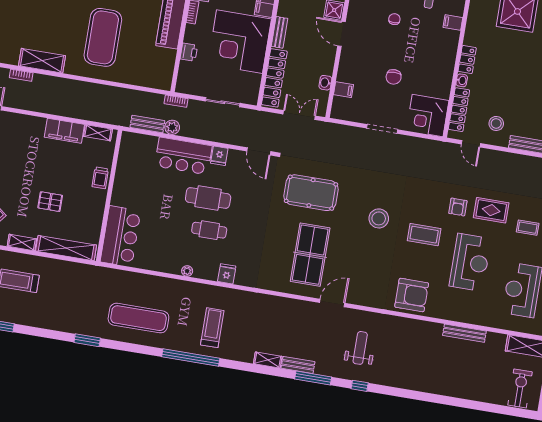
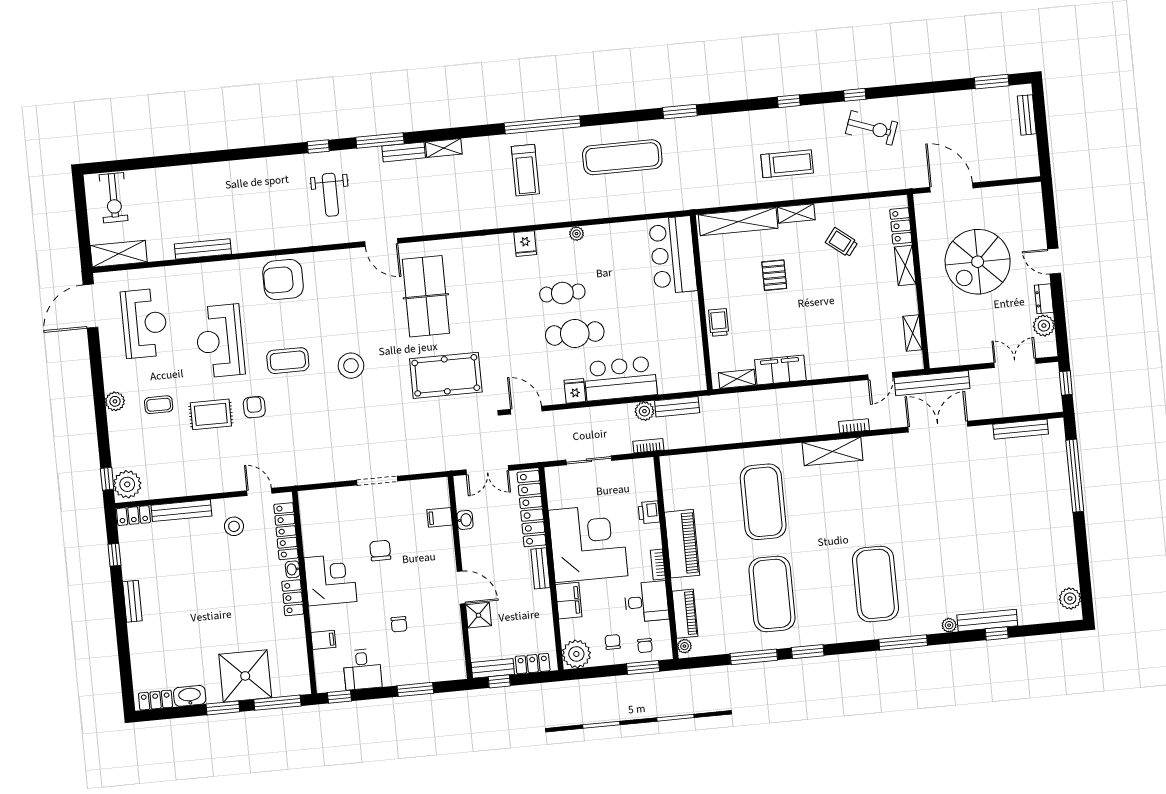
corner desk: (428, 116) -> (330, 580), moved
pallet: (50, 202) -> (774, 275), turned 90
door: (332, 303) -> (381, 242), hinge flipped

